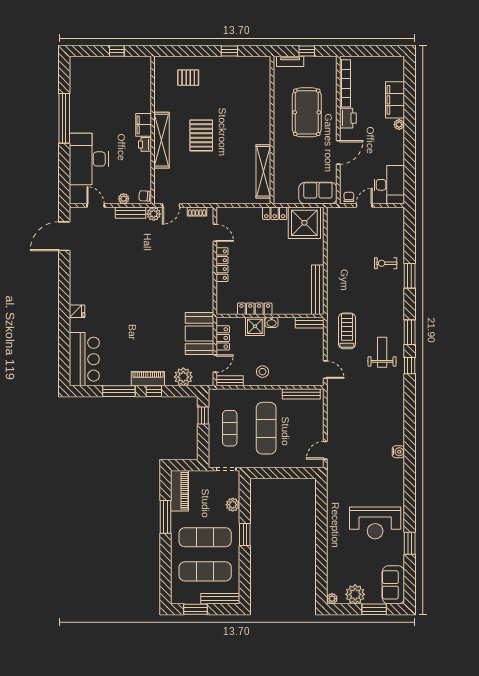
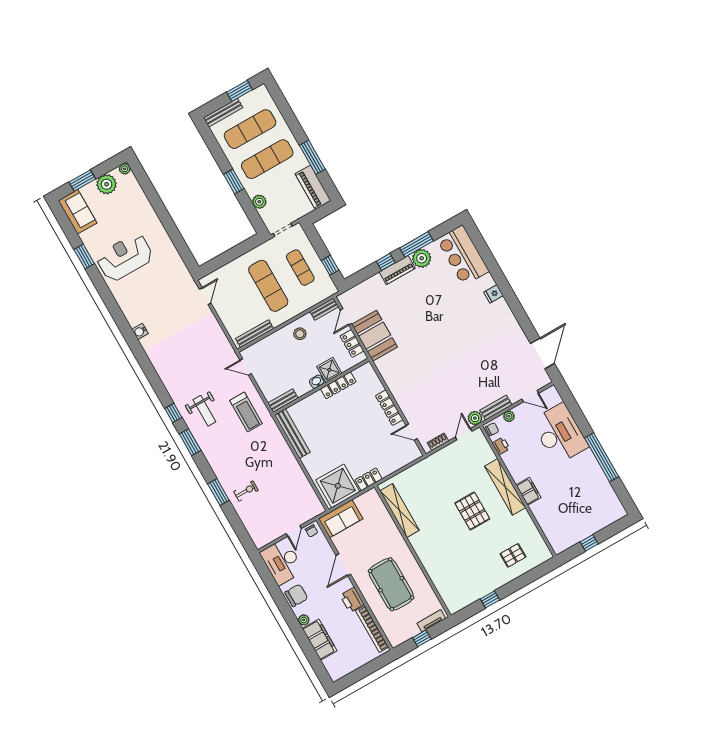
printer: (145, 144) -> (501, 446), moved
chair: (393, 149) -> (296, 595), added
plant: (183, 377) -> (422, 258), moved

